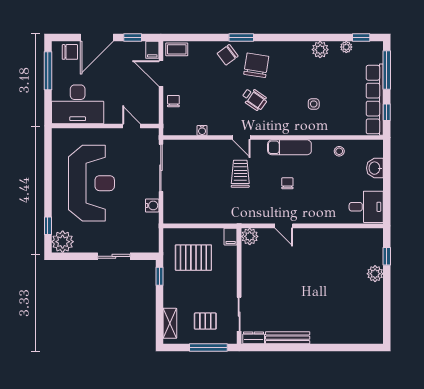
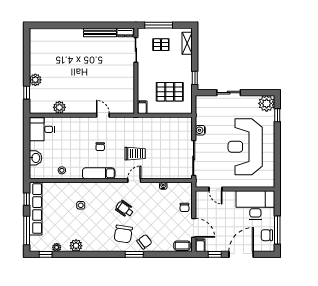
chair: (70, 52) -> (267, 235), moved
door: (241, 138) -> (134, 181), hinge flipped
trolley: (240, 174) -> (135, 154), turned -90
plant: (250, 236) -> (59, 107), moved

